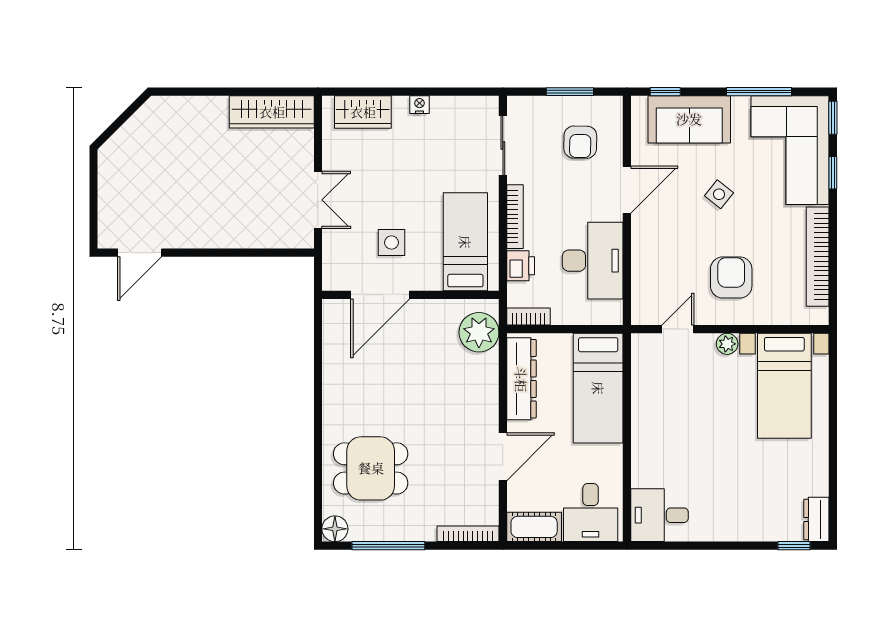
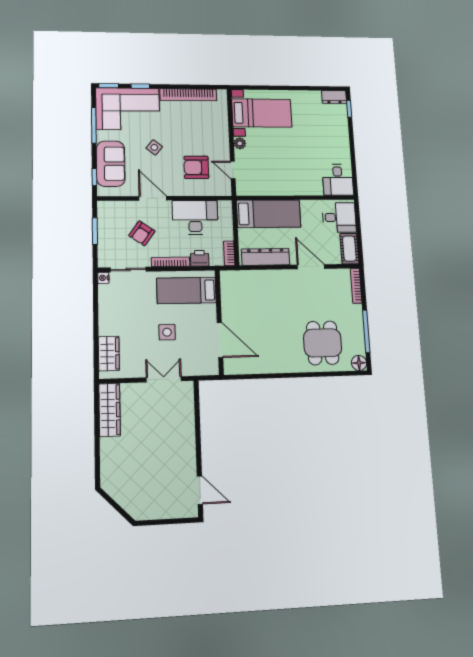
nightstand: (419, 105) -> (103, 278), moved
armchair: (580, 142) -> (142, 233), moved, turned 124
side table: (391, 243) -> (167, 332), moved
armchair: (731, 277) -> (196, 167), moved
plant: (479, 332) -> (240, 282), removed

